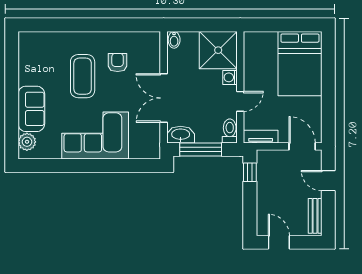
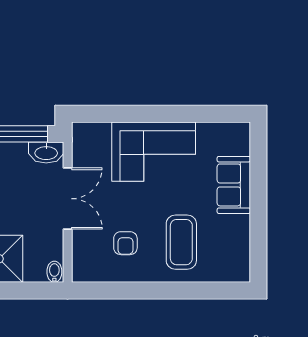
coffee table: (83, 76) -> (181, 242), moved
plant: (27, 142) -> (239, 144), removed

